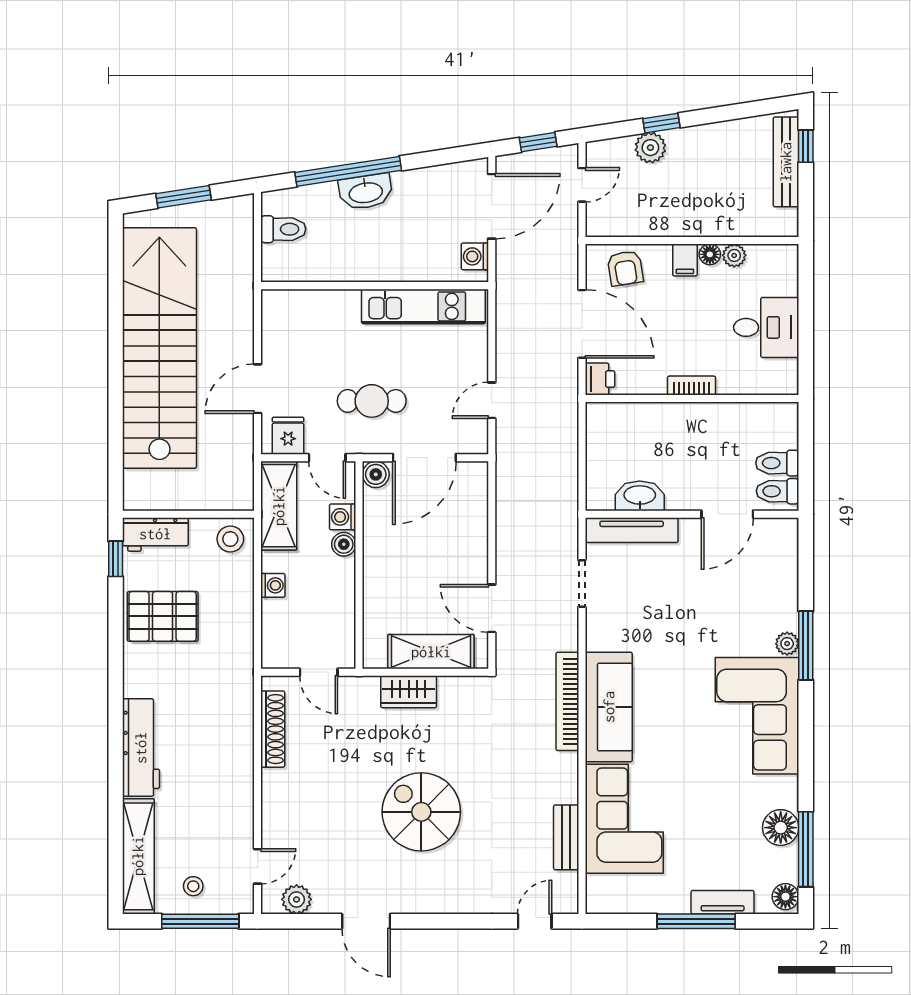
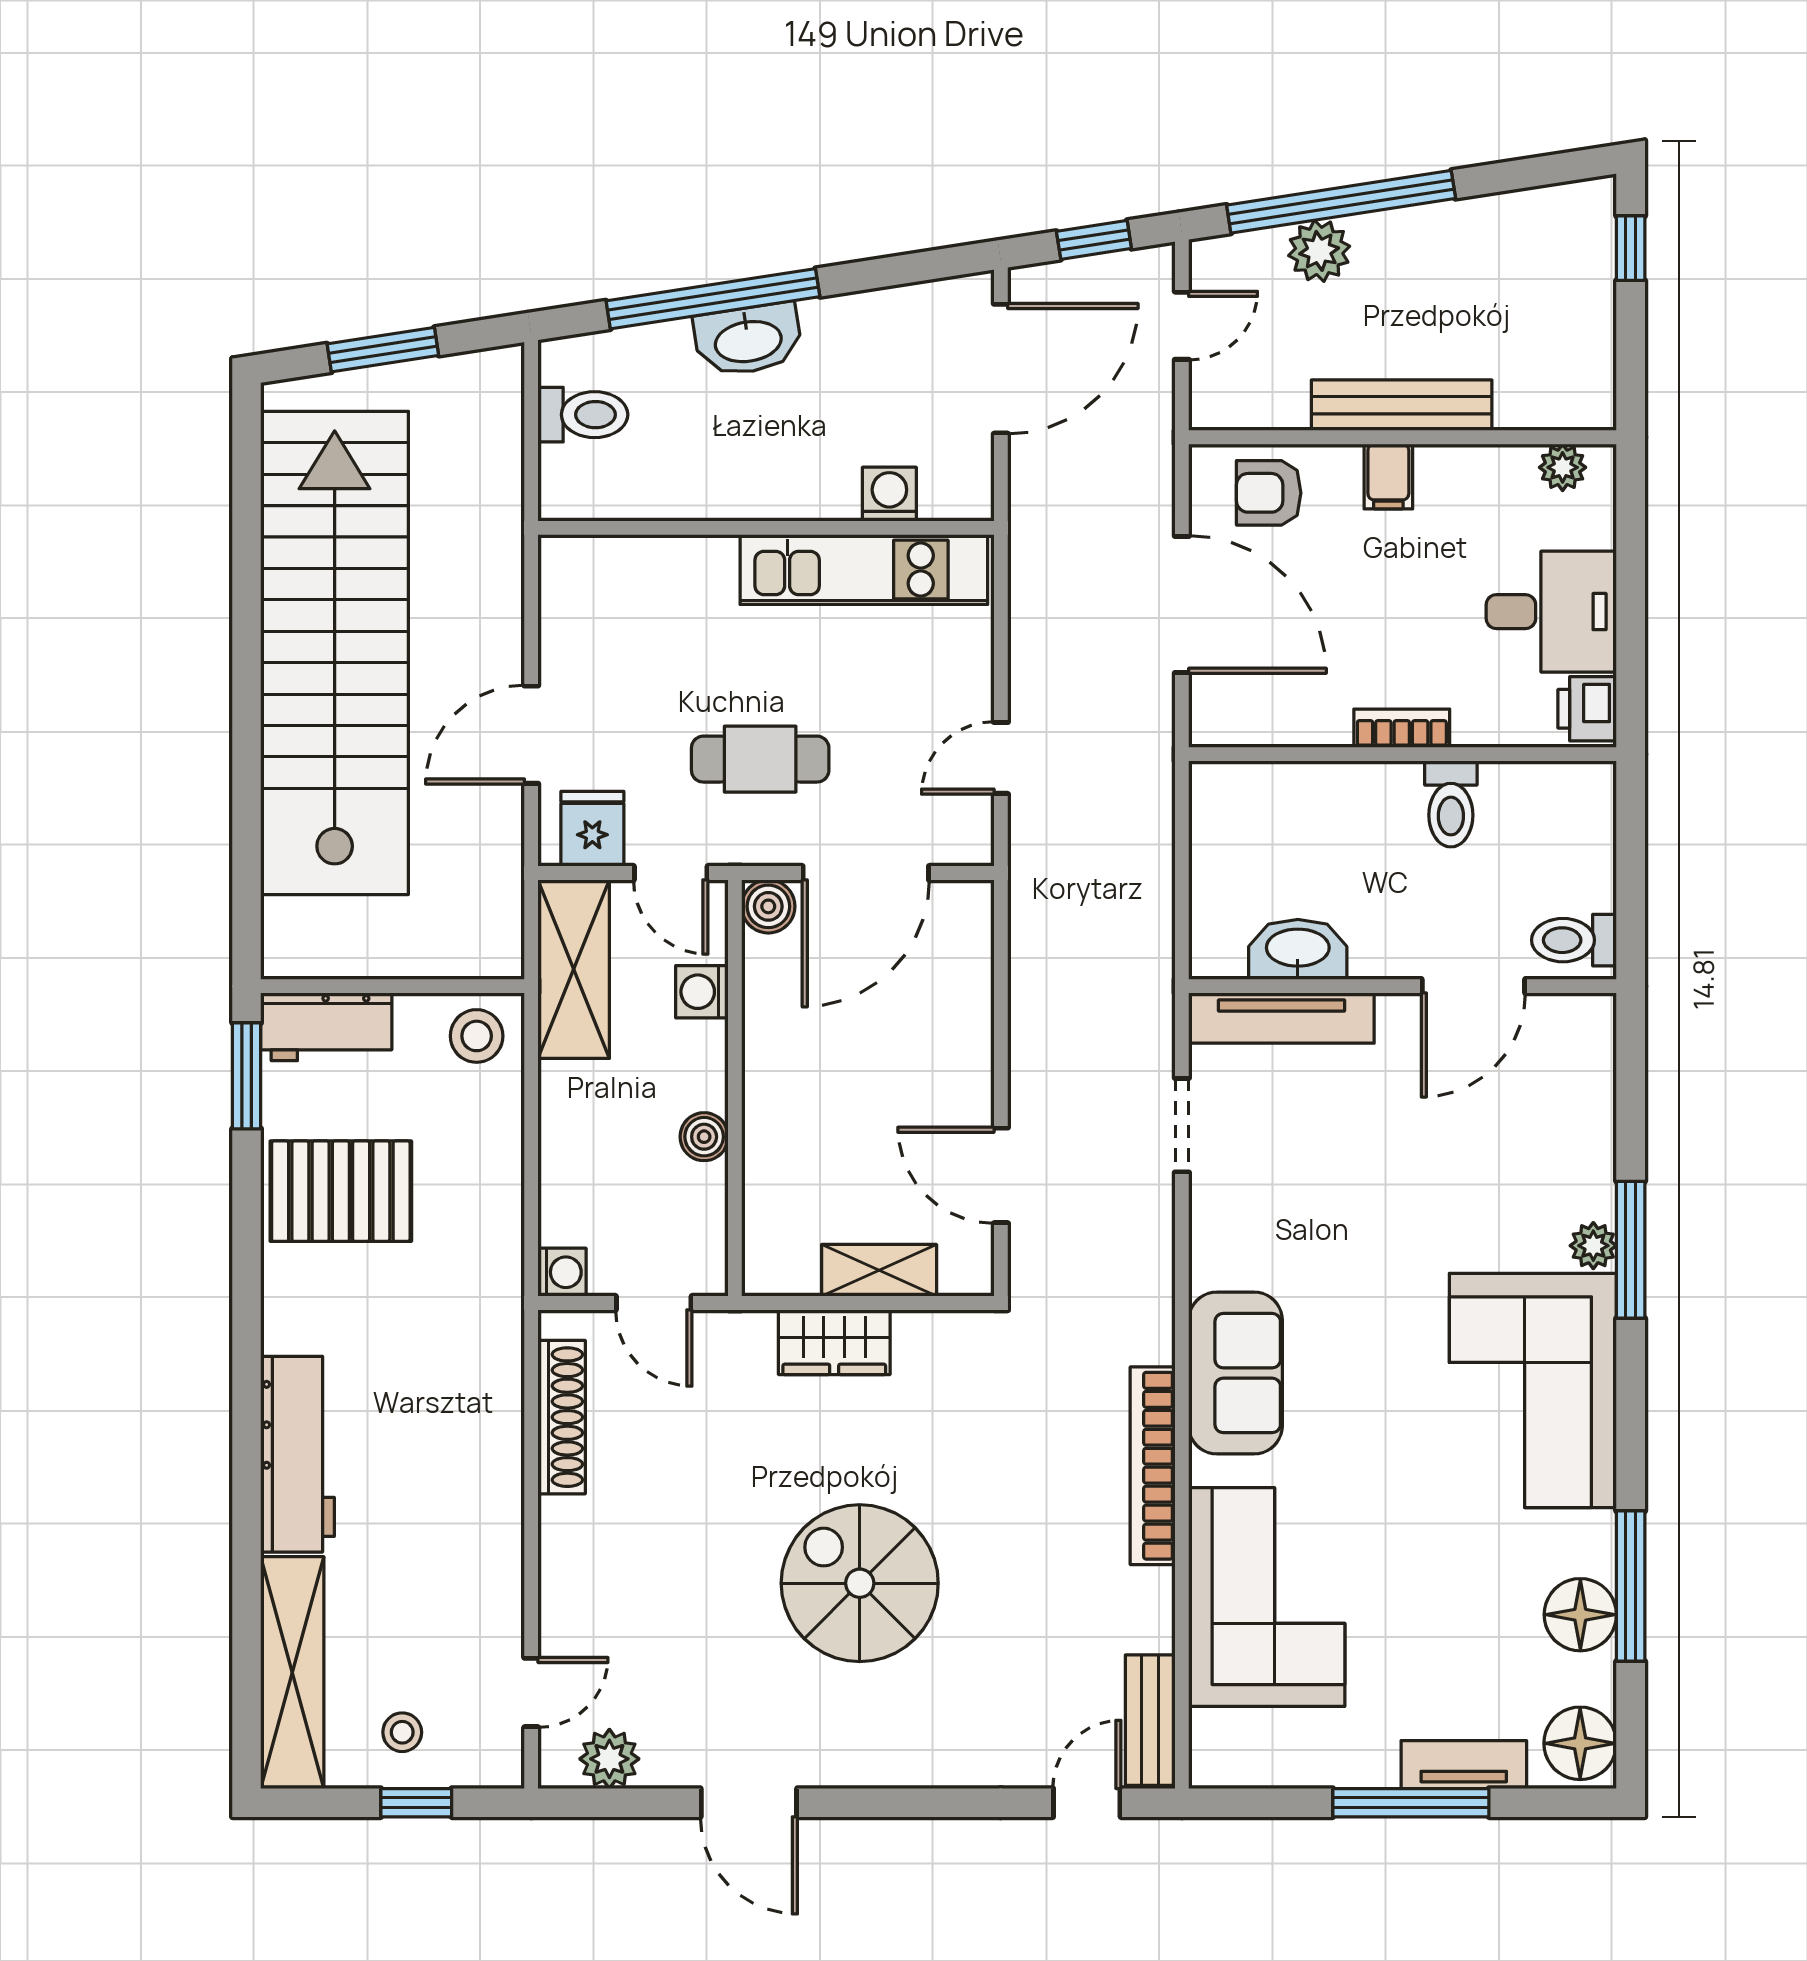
window: (661, 123) -> (1341, 202), width x3.17
bench: (786, 162) -> (1402, 405), moved, turned 90
floor lamp: (710, 254) -> (1438, 465), removed
plant: (734, 255) -> (1563, 467), moved
washing machine: (475, 256) -> (889, 494), moved, turned 90
armchair: (625, 268) -> (1269, 493), turned 99
printer: (600, 379) -> (1587, 709), moved, turned 180
toilet: (777, 463) -> (1451, 804), moved, turned -90
boiler: (344, 544) -> (704, 1137), moved
window: (116, 559) -> (247, 1076), width x1.50
washing machine: (273, 585) -> (562, 1272), moved
shelving: (431, 652) -> (879, 1270), width x0.67, depth x0.75
bookcase: (567, 701) -> (1153, 1466), moved
sofa: (609, 707) -> (1236, 1373), width x0.73
bench: (566, 837) -> (1150, 1720), moved
window: (806, 849) -> (1631, 1586), moved
floor lamp: (785, 897) -> (1580, 1743), width x1.38, depth x1.38
window: (200, 921) -> (416, 1803), width x0.46

